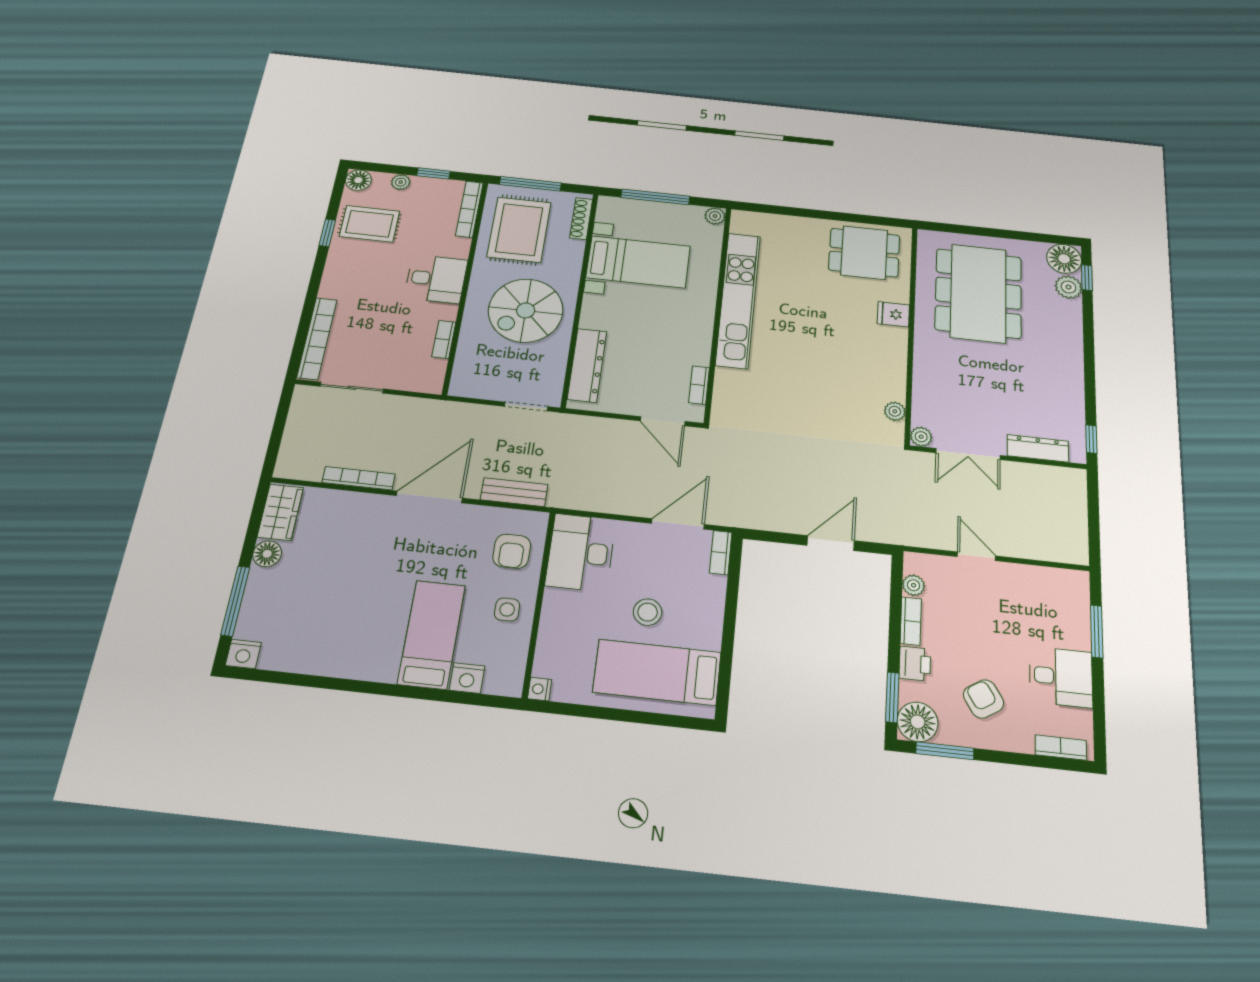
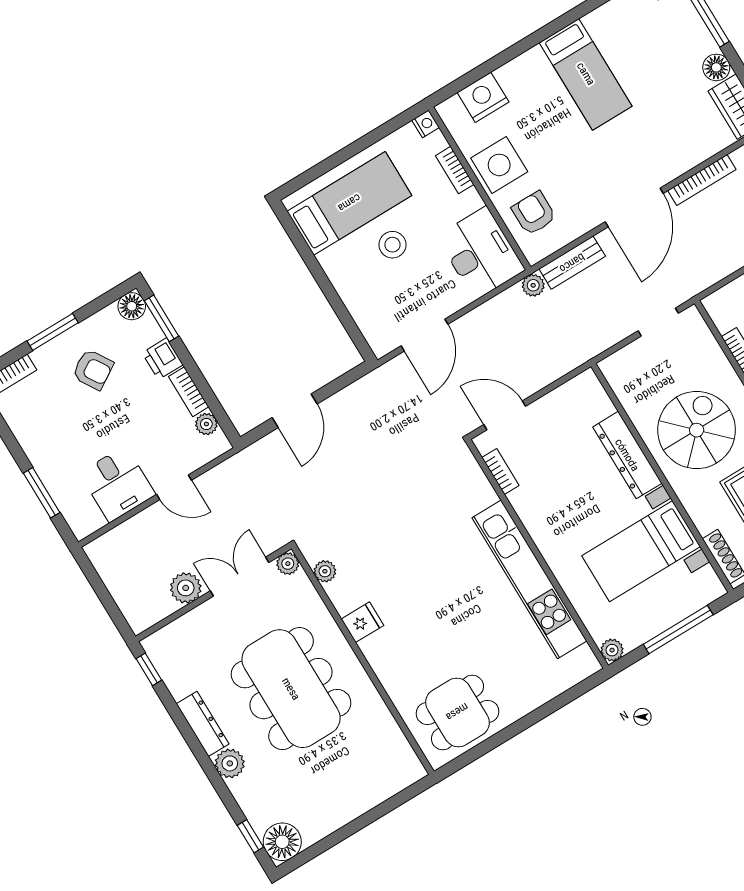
plant: (1068, 287) -> (230, 763), moved
dining table: (978, 293) -> (291, 689), moved
fridge: (893, 314) -> (362, 622), moved
dresser: (587, 365) -> (627, 455), moved
doorway: (526, 406) -> (658, 322), moved
dresser: (1038, 448) -> (203, 724), moved, turned -90
plant: (1019, 476) -> (186, 588), added
plant: (559, 498) -> (533, 285), added
bookcase: (721, 553) -> (455, 170), moved, turned 180
side table: (507, 610) -> (499, 165), width x1.87, depth x1.87
bed: (432, 634) -> (586, 74), moved
desk: (1061, 677) -> (118, 484), moved, turned -90
nightstand: (467, 678) -> (483, 97), width x1.36, depth x1.33
floor lamp: (918, 722) -> (132, 306), width x0.73, depth x0.73
window: (945, 751) -> (53, 332), moved

